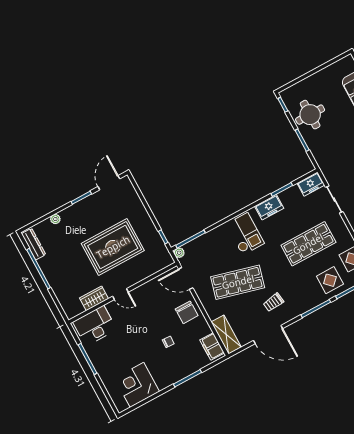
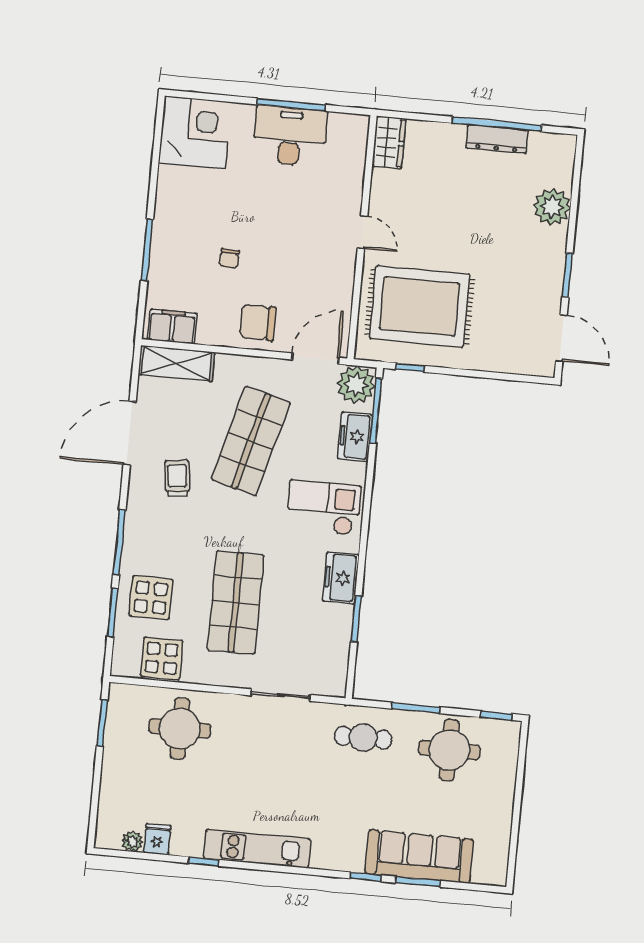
cafe table: (329, 154) -> (363, 738), added
freezer: (311, 184) -> (355, 437), moved
plant: (55, 219) -> (552, 207), width x1.87, depth x1.87
checkout: (245, 234) -> (323, 508), turned 180
dresser: (34, 244) -> (497, 139), moved
rug: (113, 247) -> (420, 306), moved, turned 90
plant: (179, 253) -> (356, 385), width x1.87, depth x1.87
door: (120, 294) -> (363, 232), swing flipped
wardrobe: (94, 298) -> (389, 142), moved
desk: (95, 326) -> (290, 136), moved, turned -90
corner desk: (137, 385) -> (195, 132), moved

